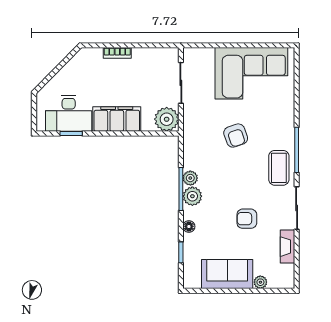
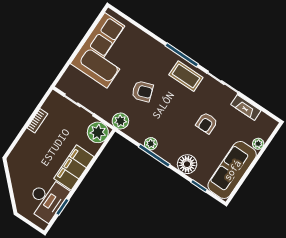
bookcase: (117, 53) -> (37, 121), moved
plant: (192, 196) -> (120, 121), moved
floor lamp: (189, 227) -> (187, 164), width x1.89, depth x1.89
sofa: (227, 274) -> (232, 170), width x1.36

